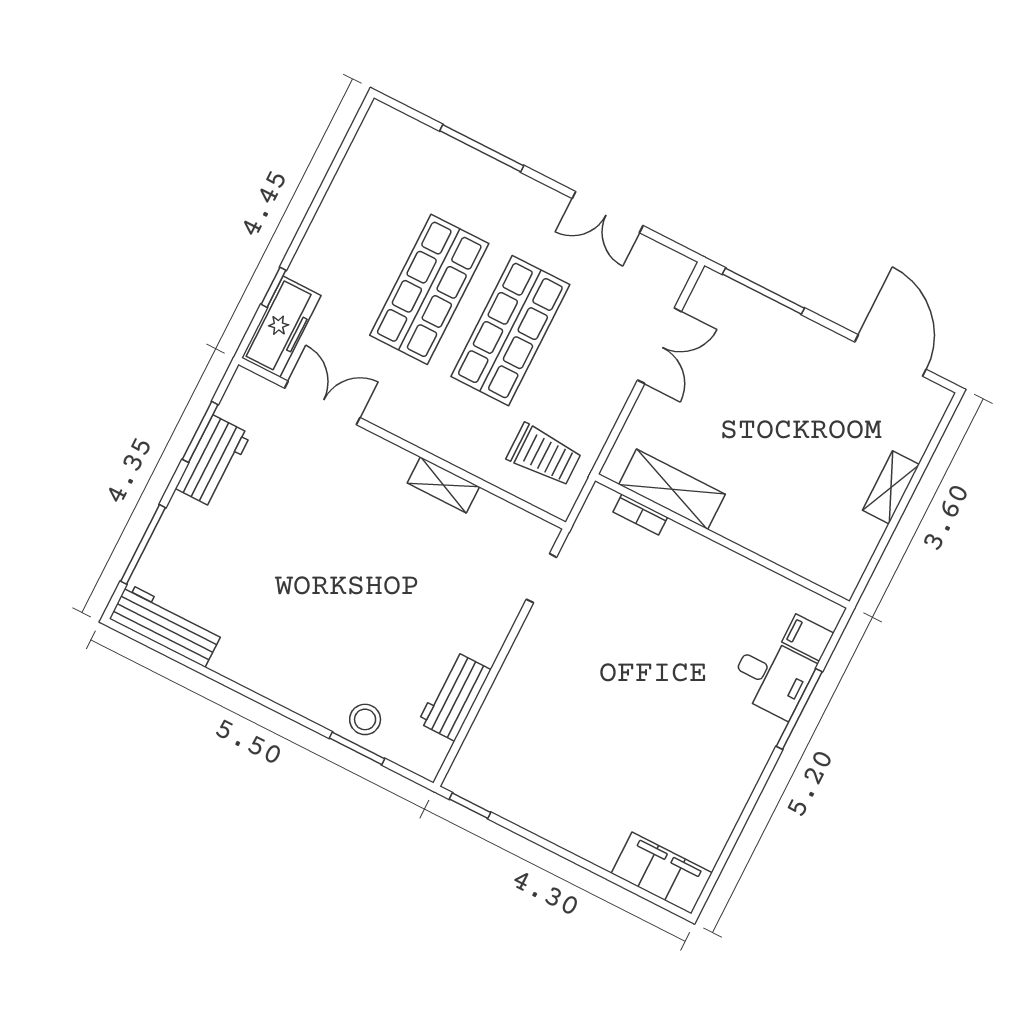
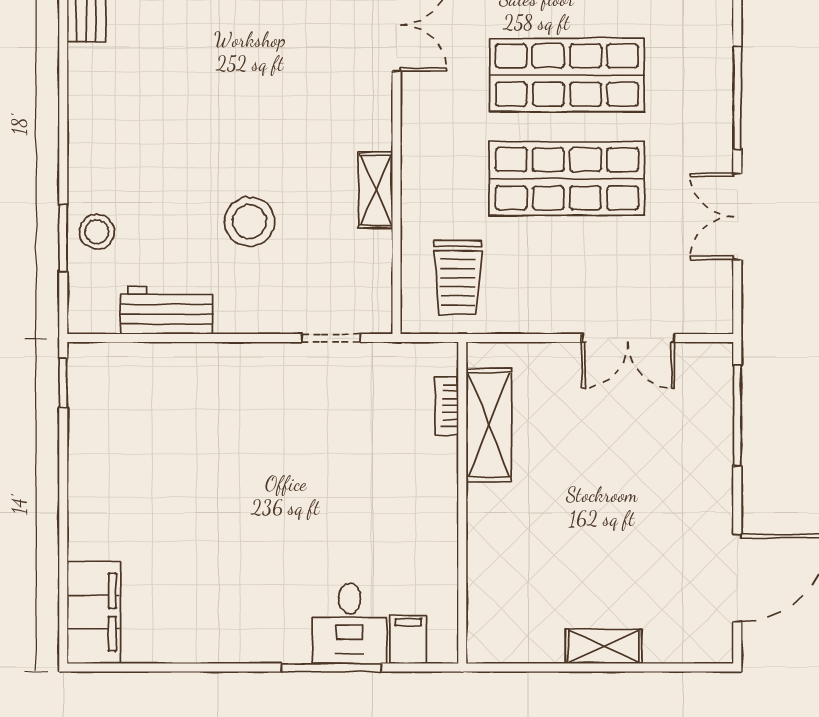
window: (482, 148) -> (737, 98), moved
stool: (418, 596) -> (249, 221), added

